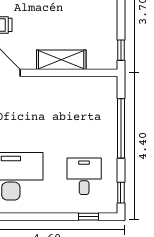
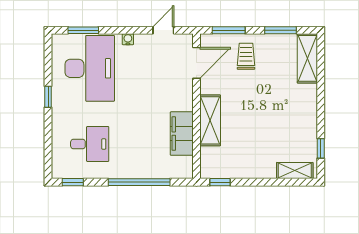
filing cabinet: (74, 87) -> (182, 134), added
window: (89, 217) -> (48, 97), moved

